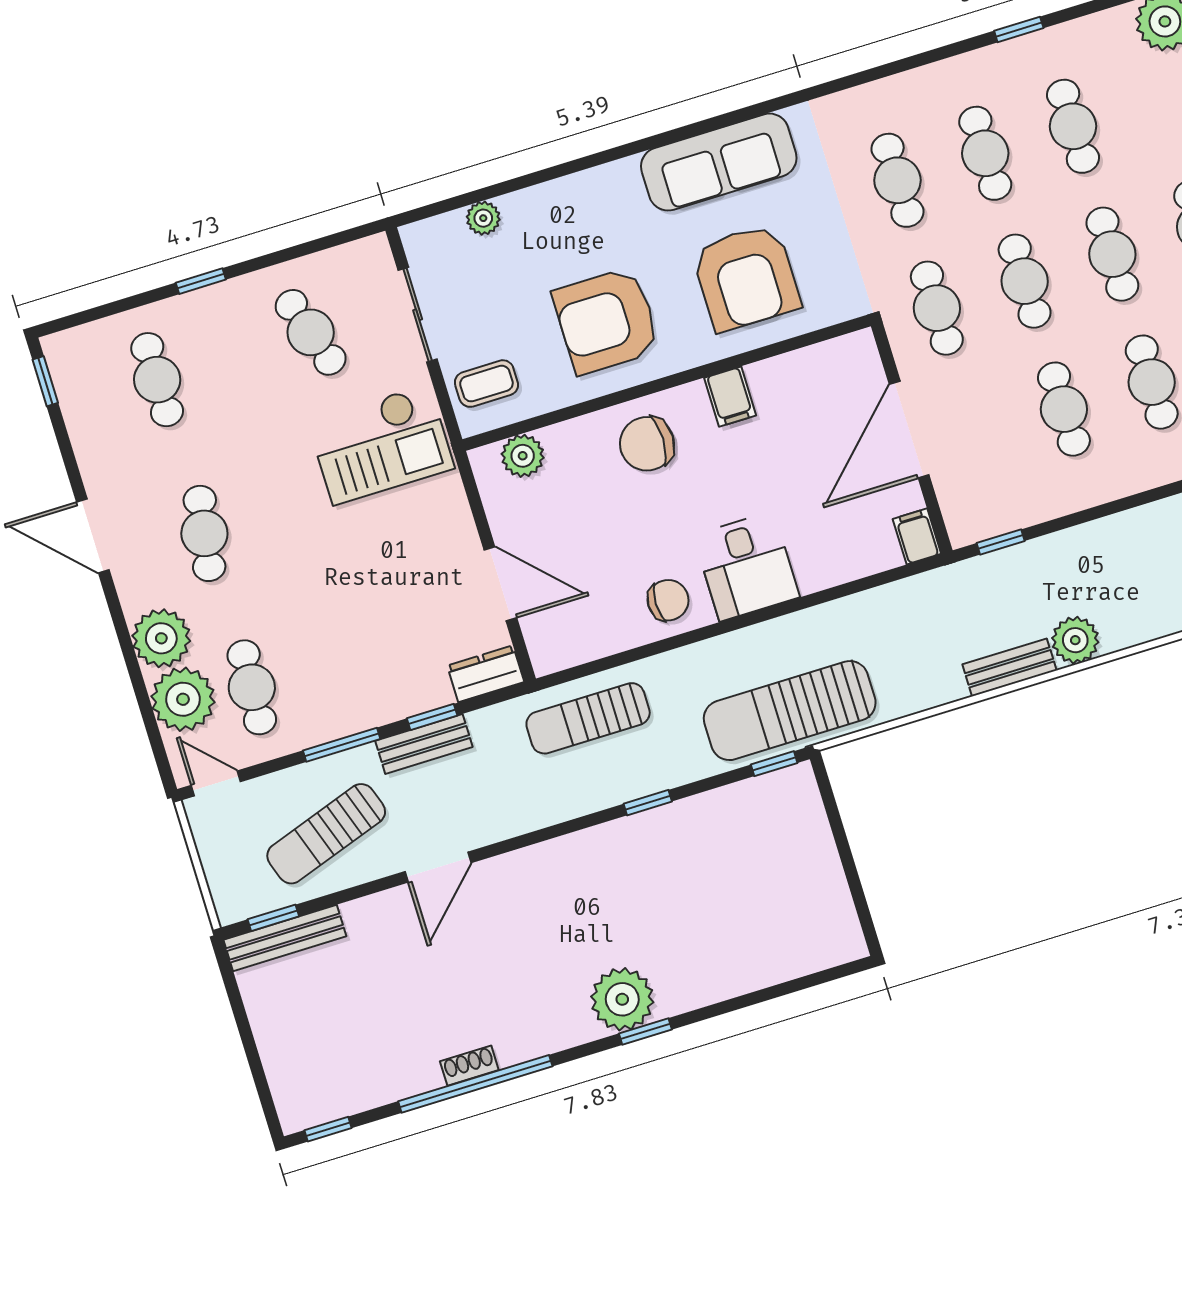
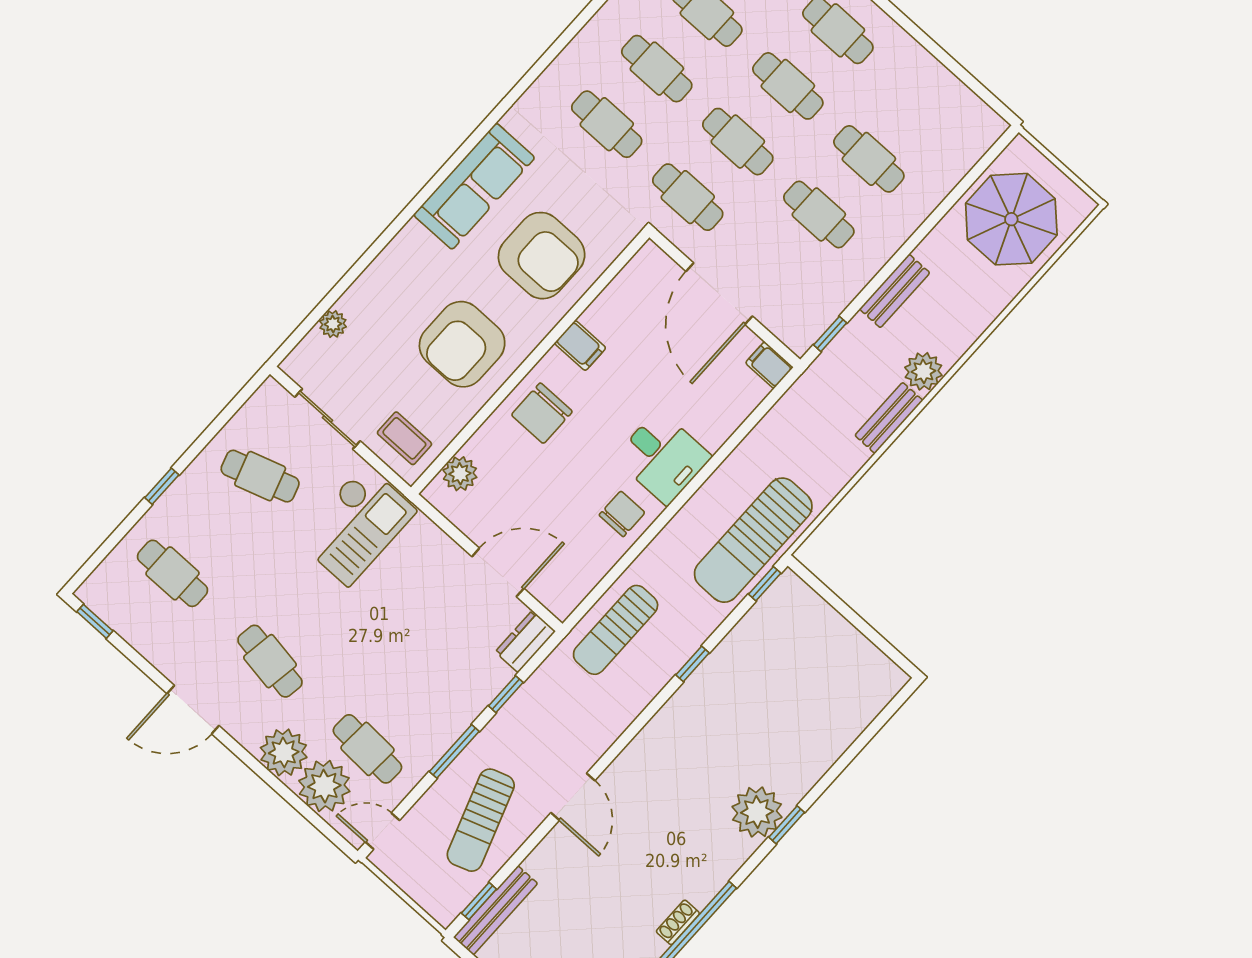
coffee table: (486, 384) -> (404, 438), turned 90
bench: (424, 744) -> (895, 291), moved

